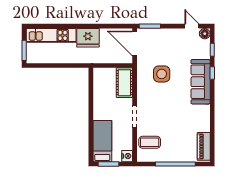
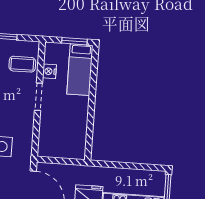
cot: (124, 83) -> (48, 139), removed
nightstand: (127, 156) -> (49, 71), moved

